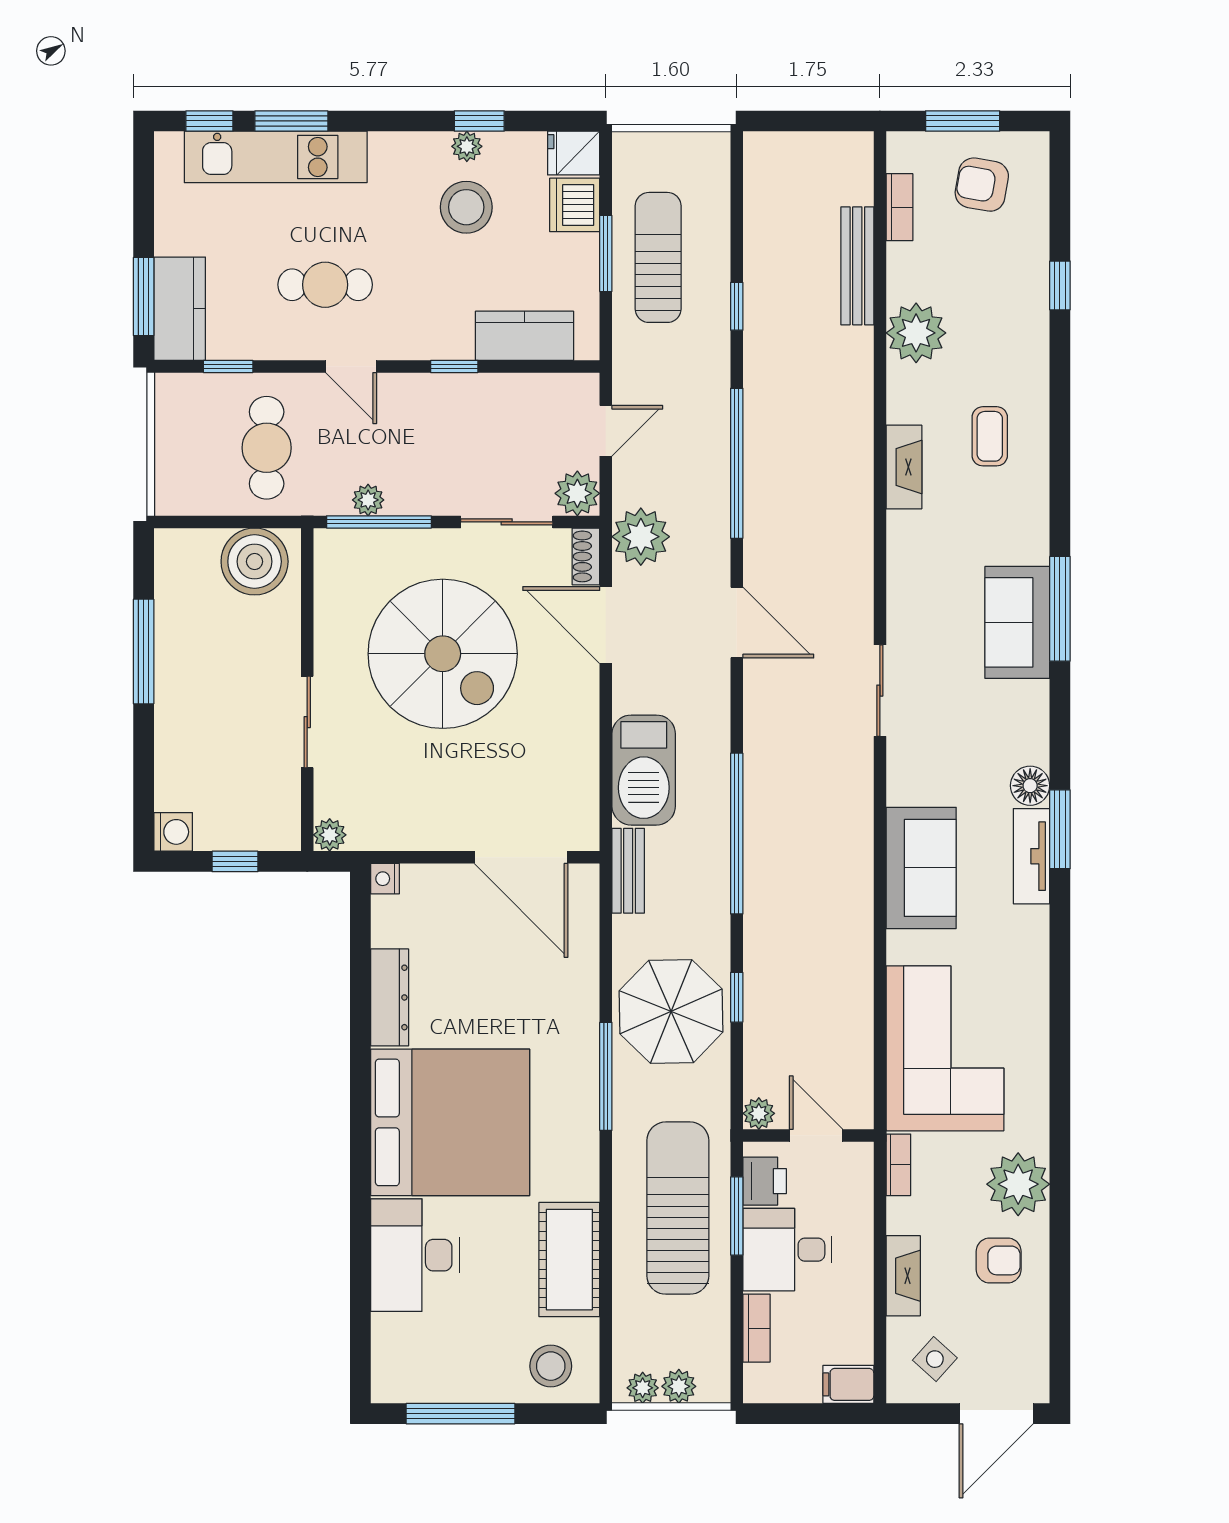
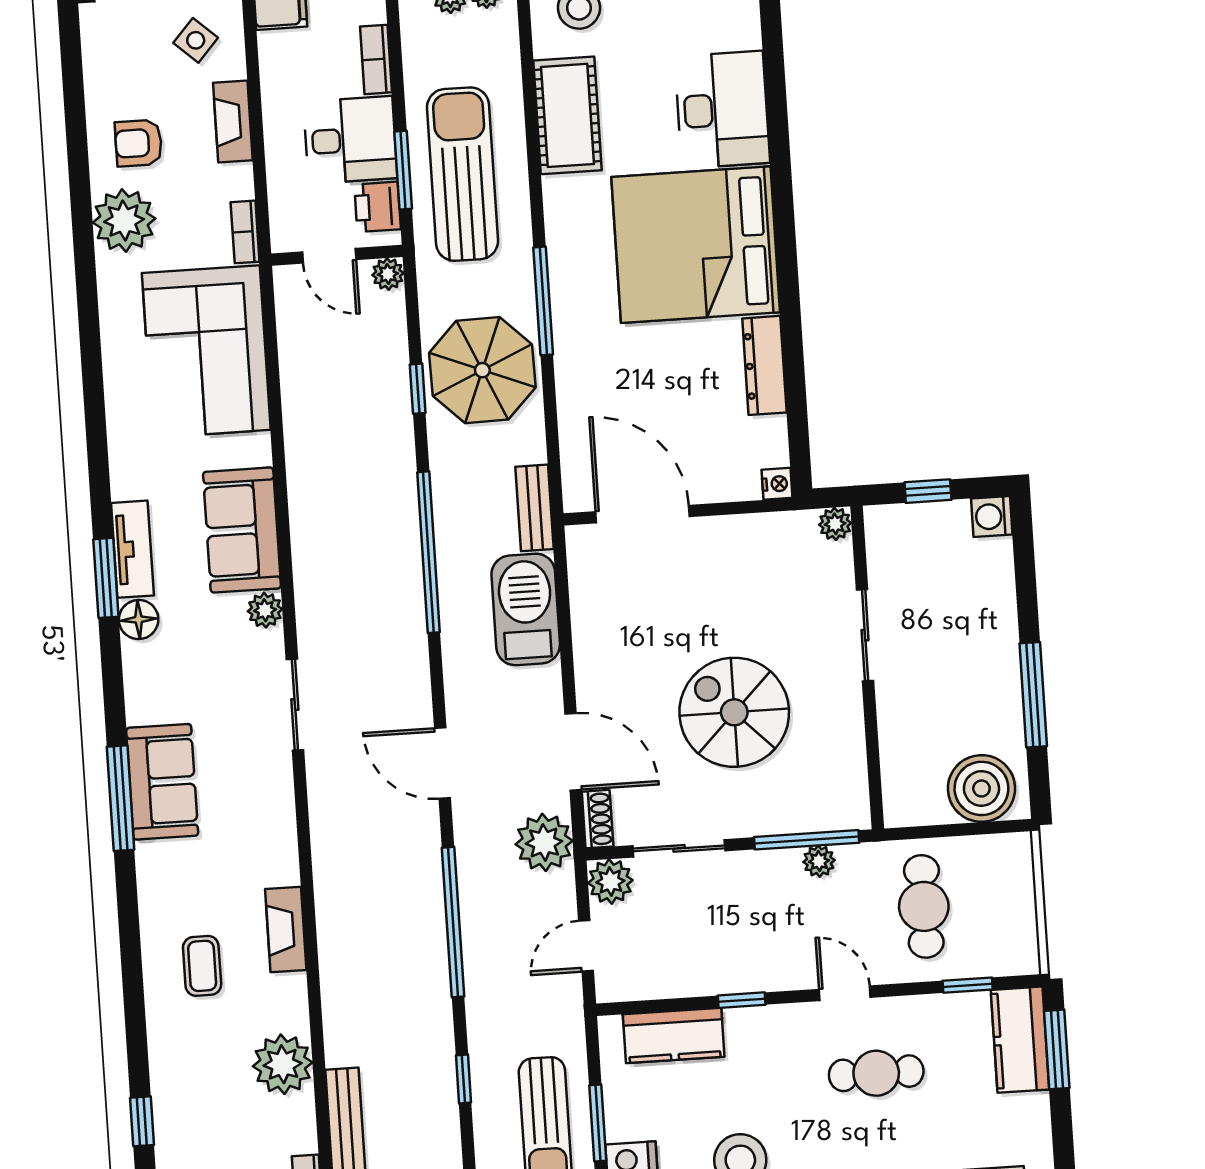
boiler: (255, 562) -> (981, 788), moved
spiral stairs: (443, 654) -> (734, 712), width x0.73, depth x0.73
plant: (904, 787) -> (265, 610), added
sun lounger: (678, 1208) -> (462, 174), turned 180

